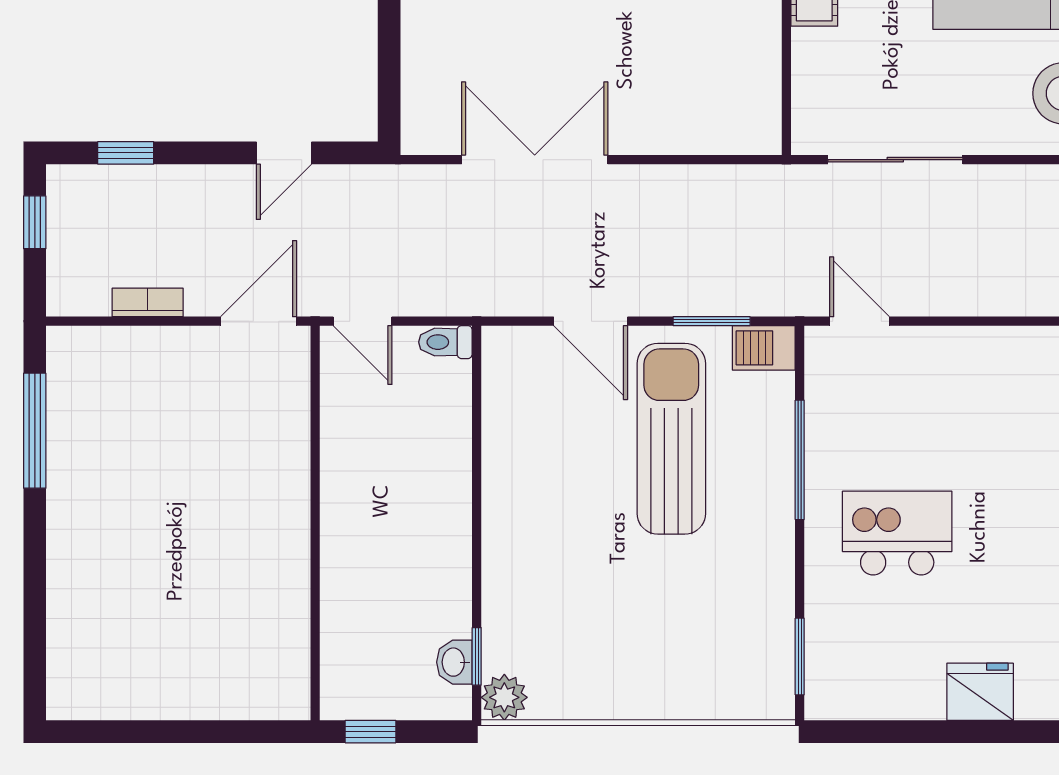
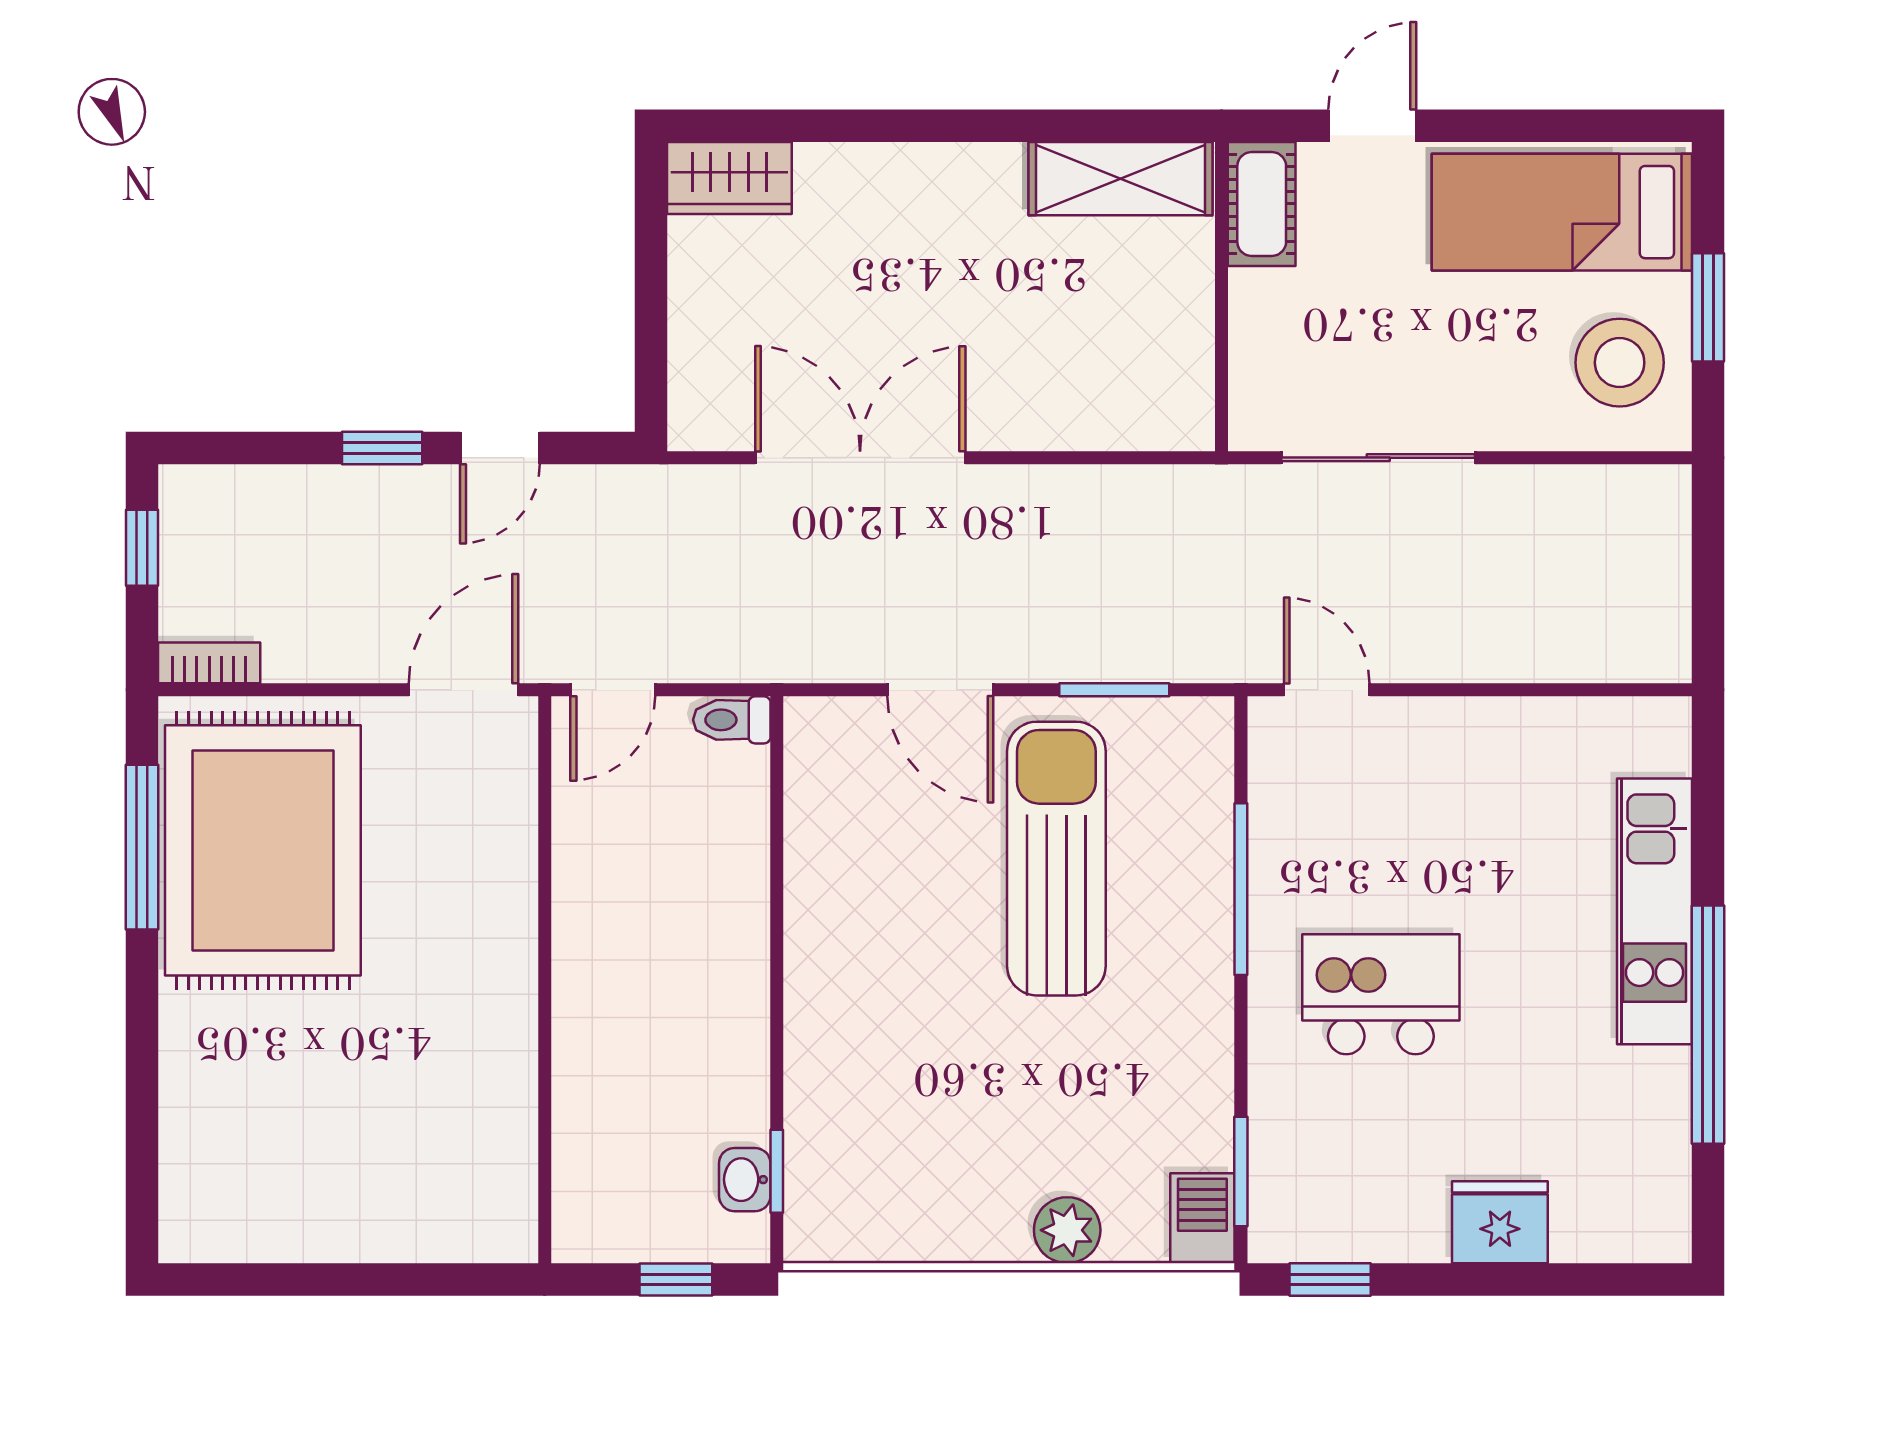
window: (126, 153) -> (382, 448), moved
bookcase: (148, 302) -> (209, 663), moved
door: (363, 321) -> (613, 690), hinge flipped
barbecue: (764, 348) -> (1202, 1218), moved, turned 90
rug: (119, 433) -> (263, 850), added
plant: (504, 697) -> (1067, 1230), moved
window: (370, 732) -> (676, 1279), moved
window: (862, 732) -> (1330, 1279), added

